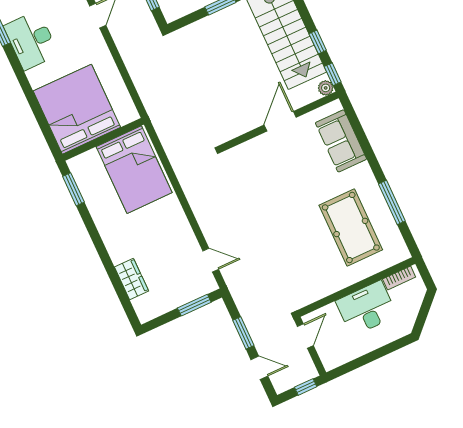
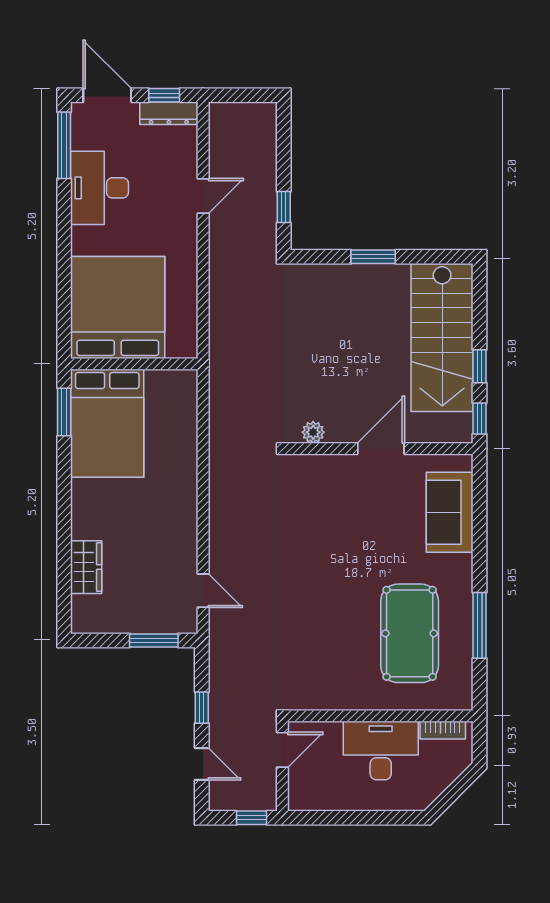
plant: (326, 88) -> (313, 432), moved
bed: (134, 170) -> (107, 423), moved
window: (243, 333) -> (202, 708), width x0.67

